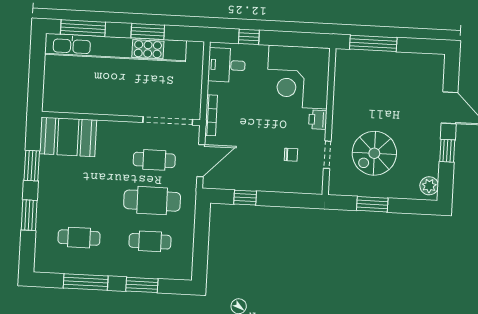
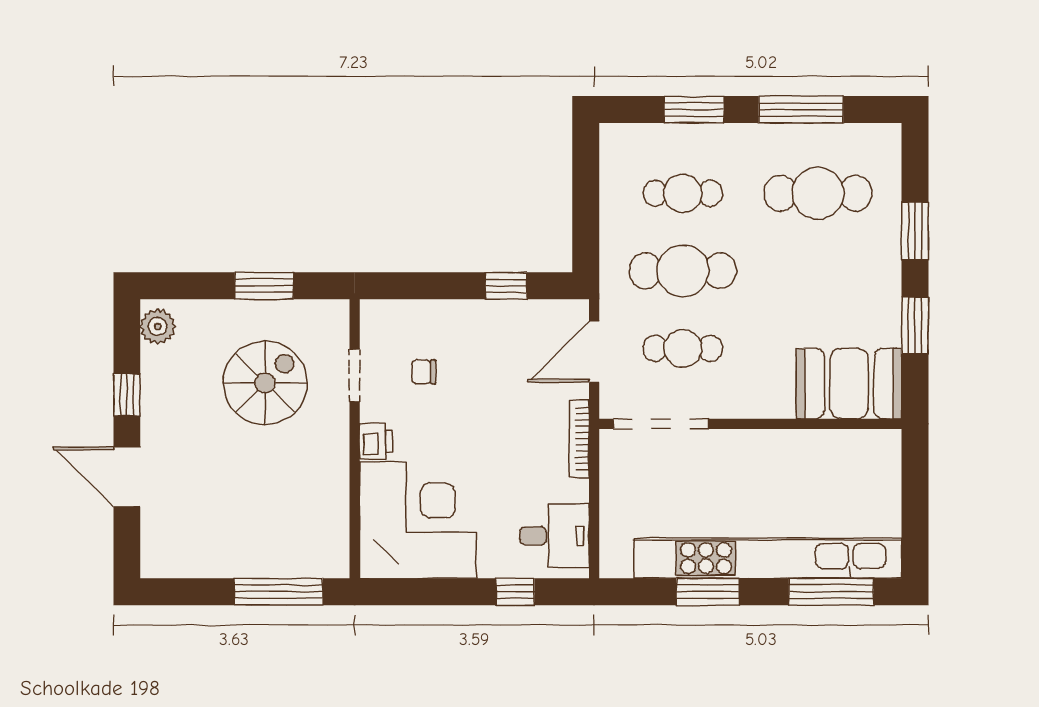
cafe table: (79, 238) -> (818, 193), width x1.37, depth x1.35

